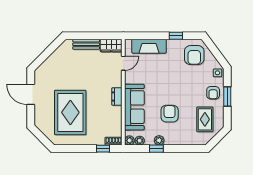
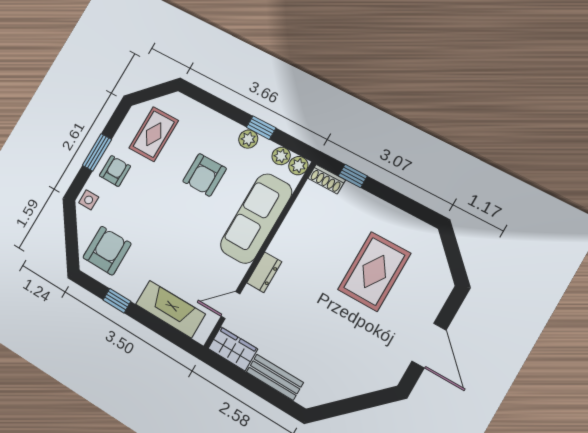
dresser: (117, 97) -> (264, 272), moved
rug: (70, 112) -> (374, 271), width x0.73, depth x0.69

